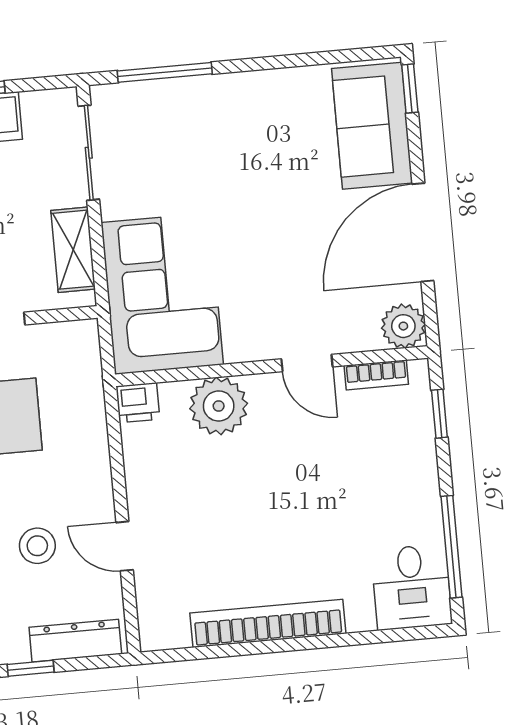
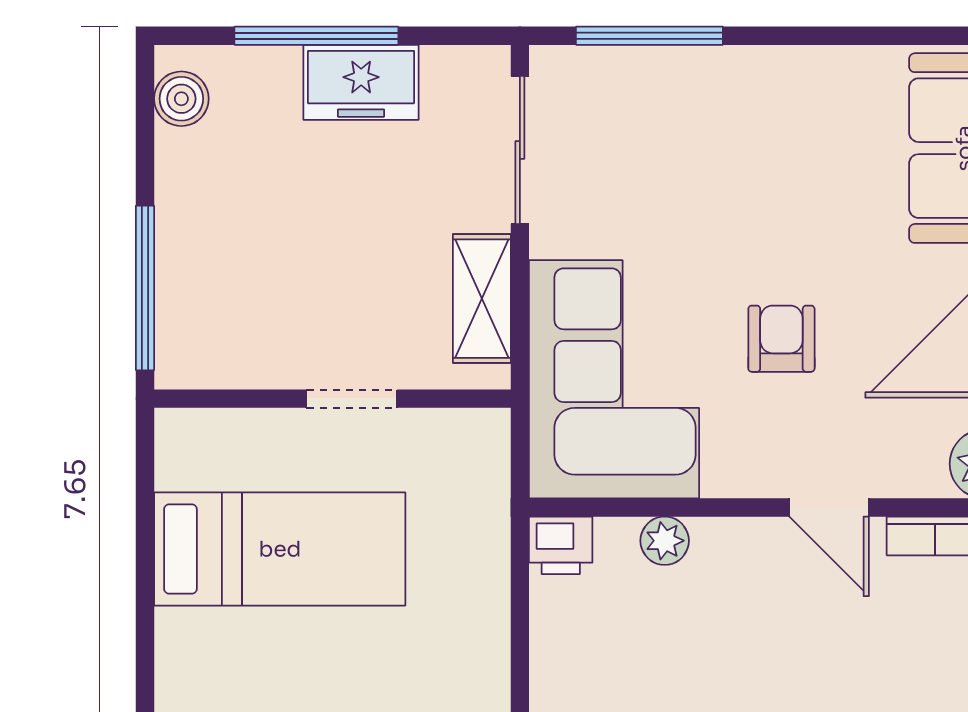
armchair: (267, 258) -> (781, 339), added
plant: (219, 406) -> (665, 541), width x0.53, depth x0.53

